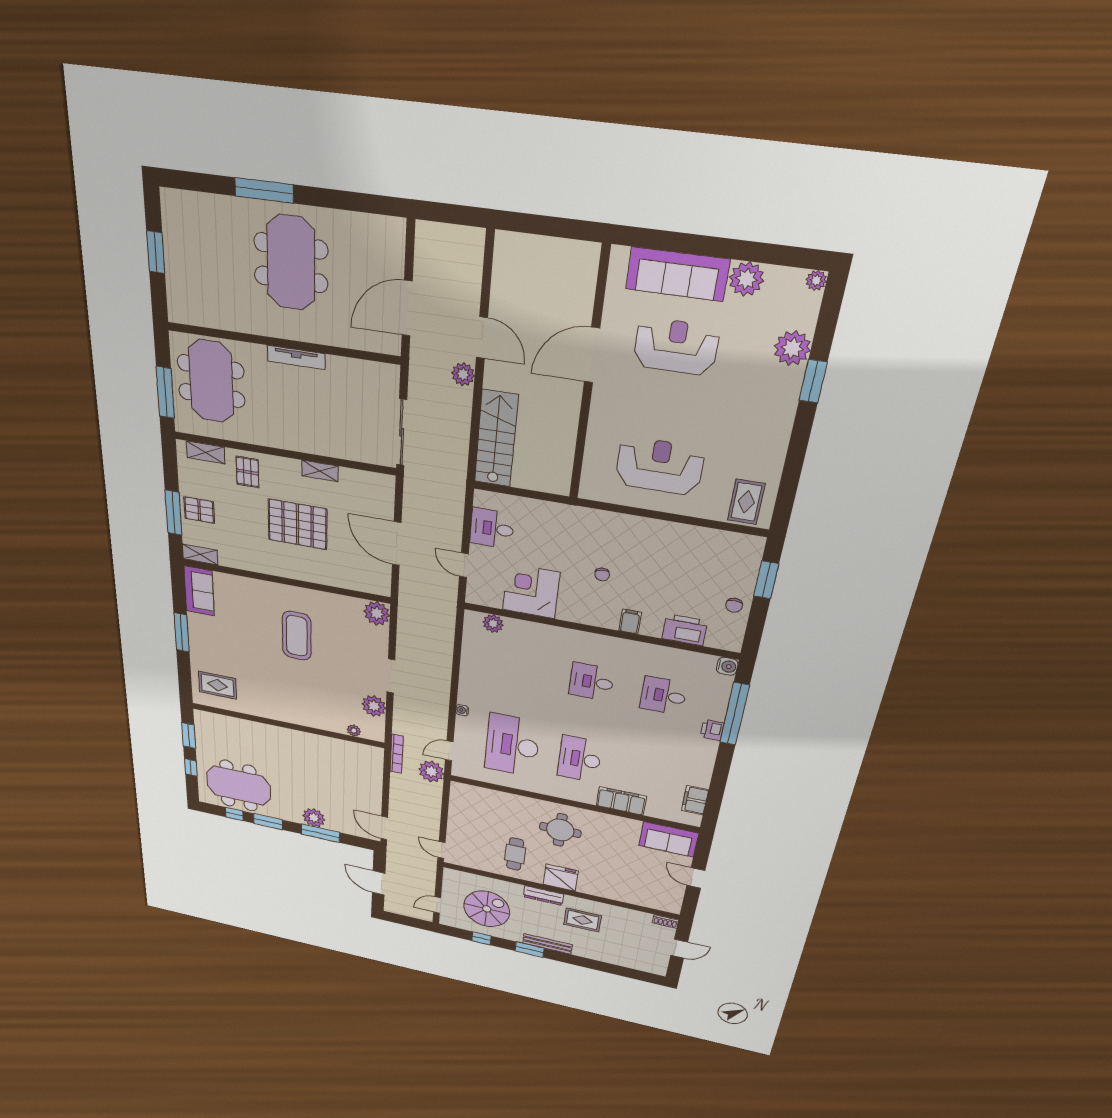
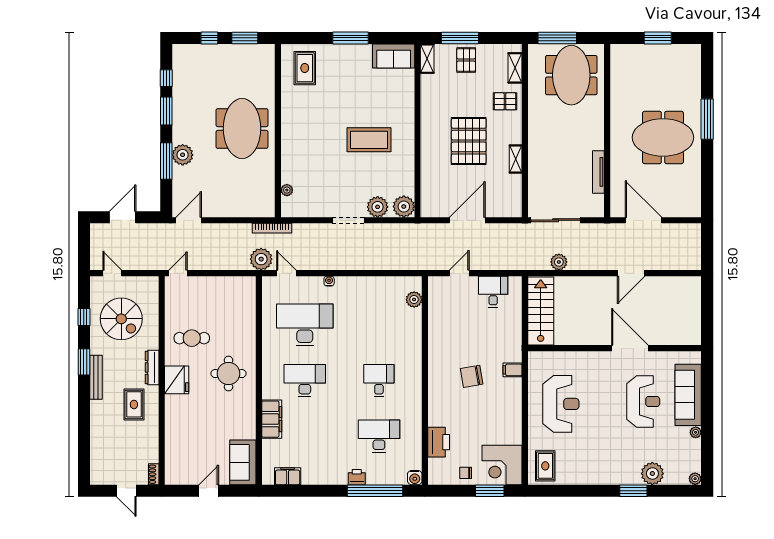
plant: (746, 279) -> (696, 432), width x0.53, depth x0.53
tv unit: (296, 357) -> (598, 172), moved
plant: (463, 374) -> (559, 262), moved
meeting table: (211, 381) -> (571, 75), turned 90
stairs: (496, 439) -> (541, 311), moved, turned -90
rug: (746, 502) -> (545, 466), turned 90
chair: (602, 574) -> (472, 376), width x1.87, depth x1.87
corner desk: (531, 591) -> (502, 465), moved, turned 180
filing cabinet: (630, 622) -> (512, 370), moved, turned 180
desk: (663, 696) -> (379, 436), width x1.37
plant: (374, 706) -> (378, 207), moved
meeting table: (239, 786) -> (242, 129), moved

